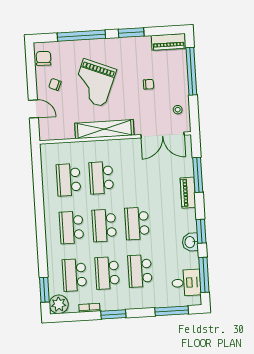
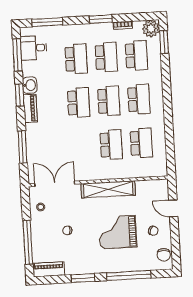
grand piano: (94, 83) -> (118, 232), turned -112
piano: (188, 193) -> (30, 108), moved

